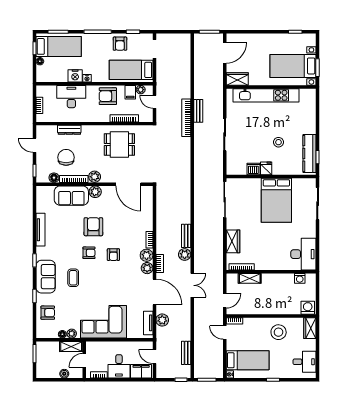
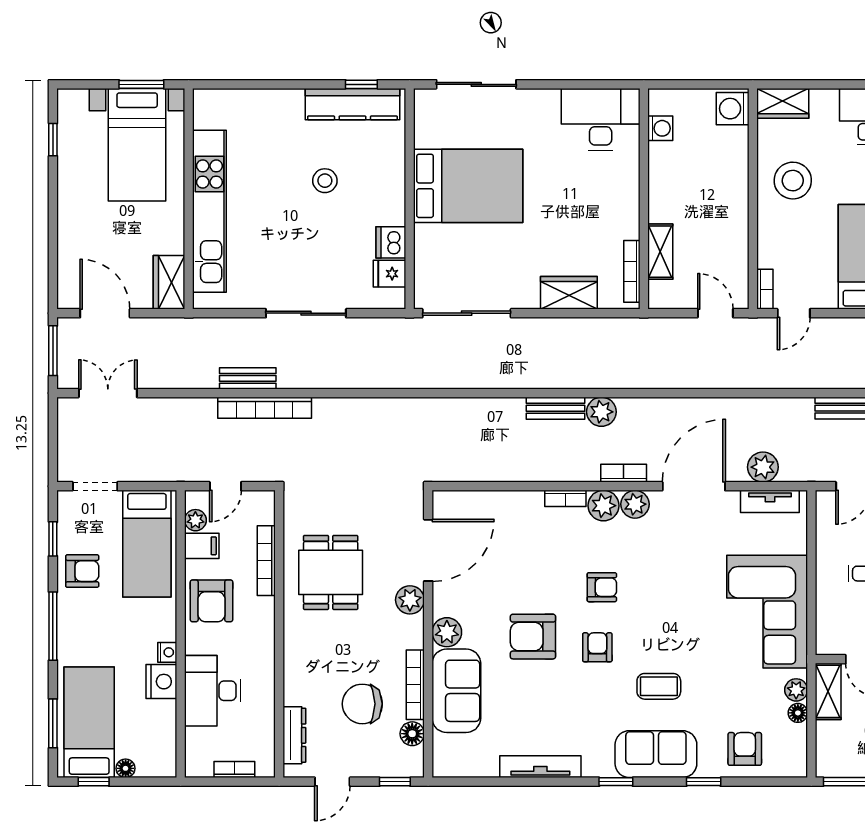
dresser: (69, 130) -> (294, 735), moved
fridge: (266, 168) -> (390, 274), moved
plant: (95, 177) -> (410, 600), moved
double door: (192, 285) -> (108, 393), moved

